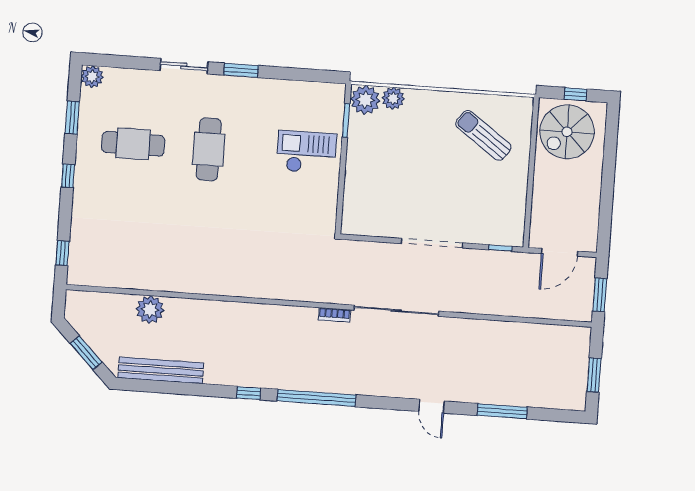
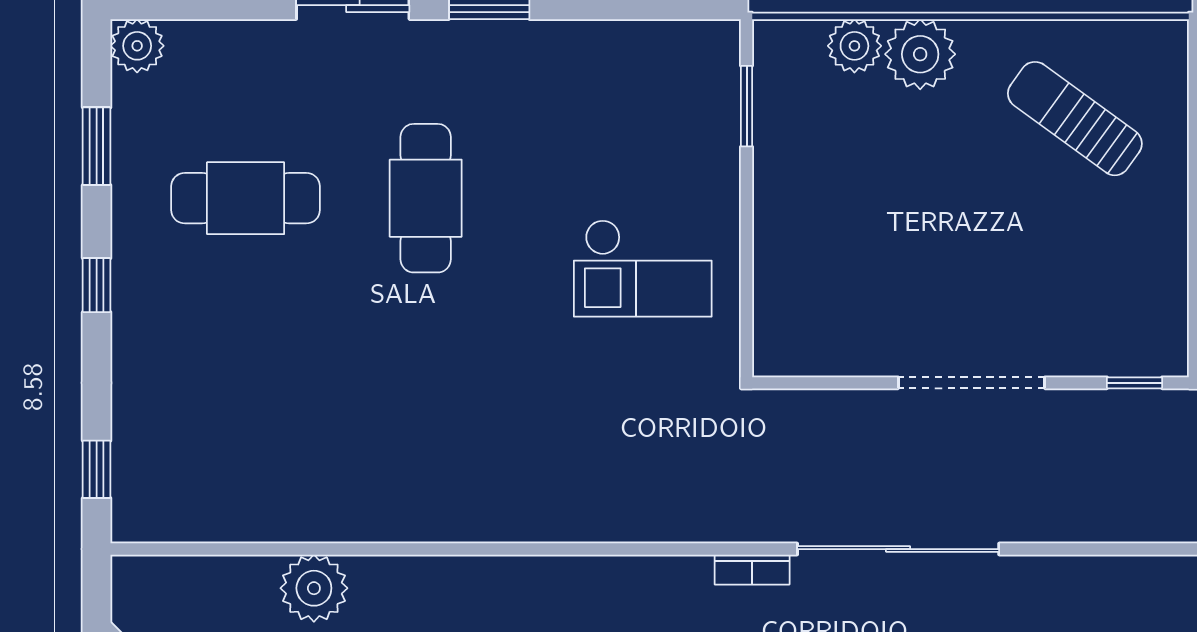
plant: (365, 100) -> (920, 54), moved
checkout: (306, 152) -> (643, 268), moved, turned 180

